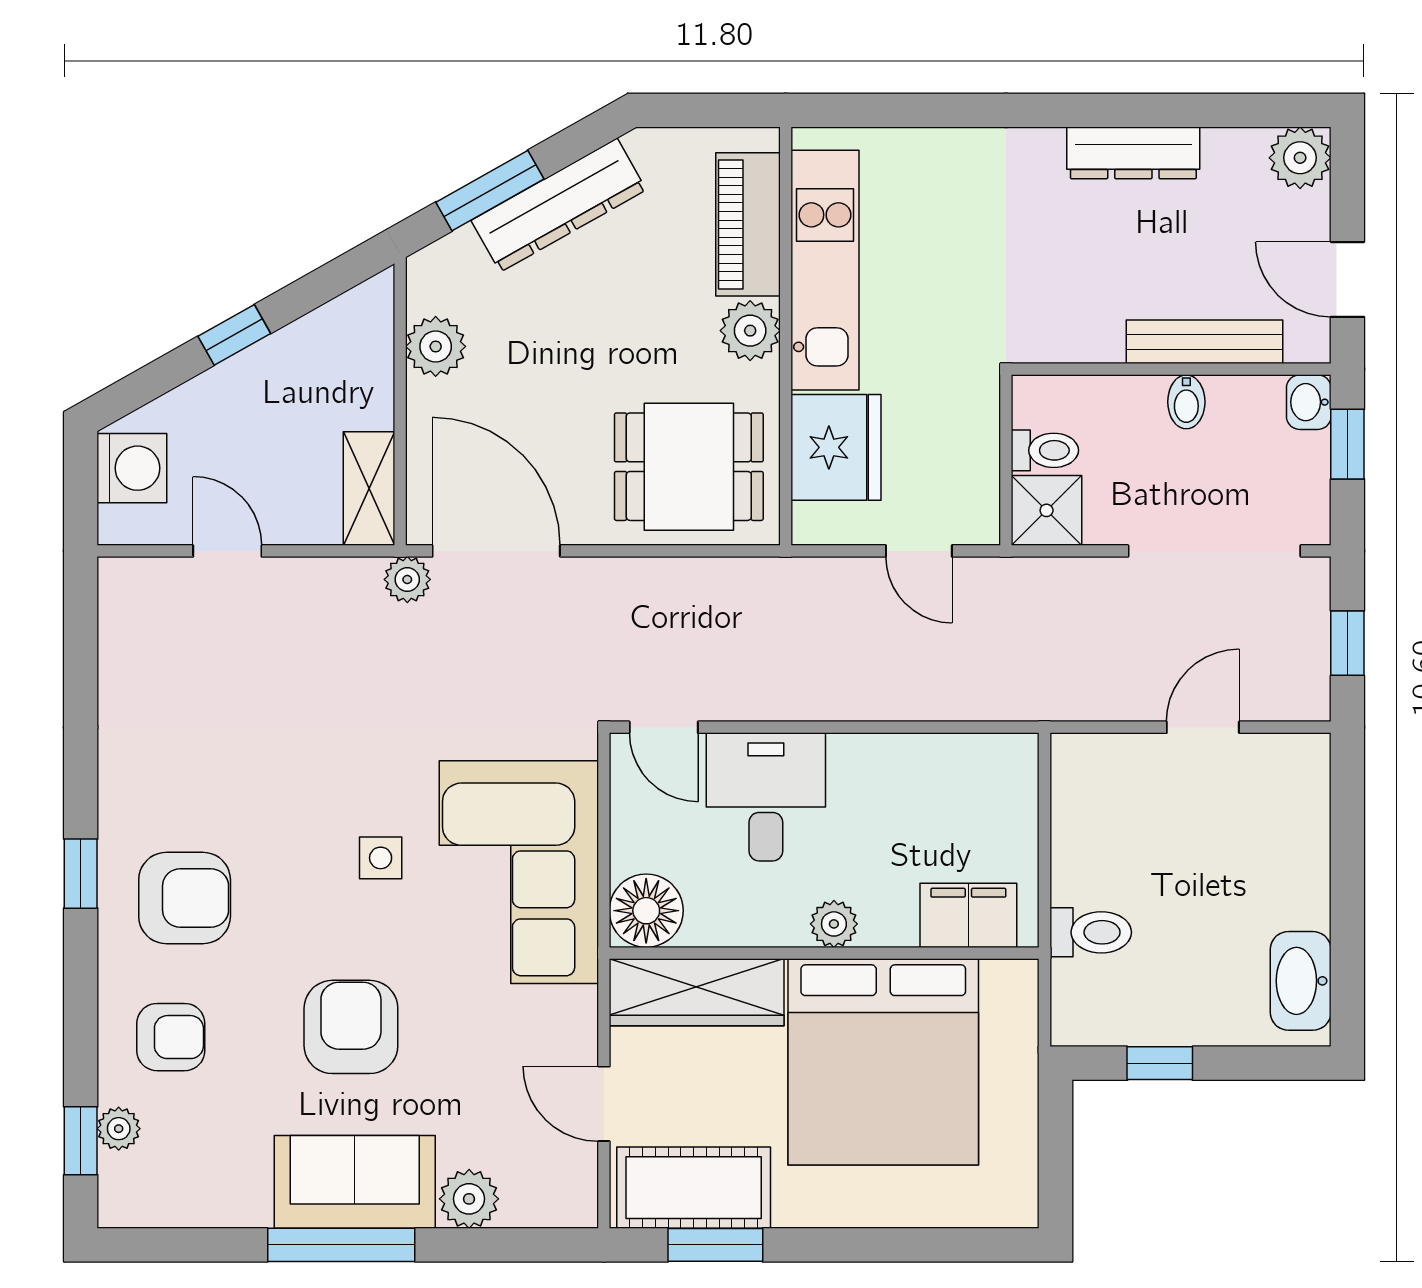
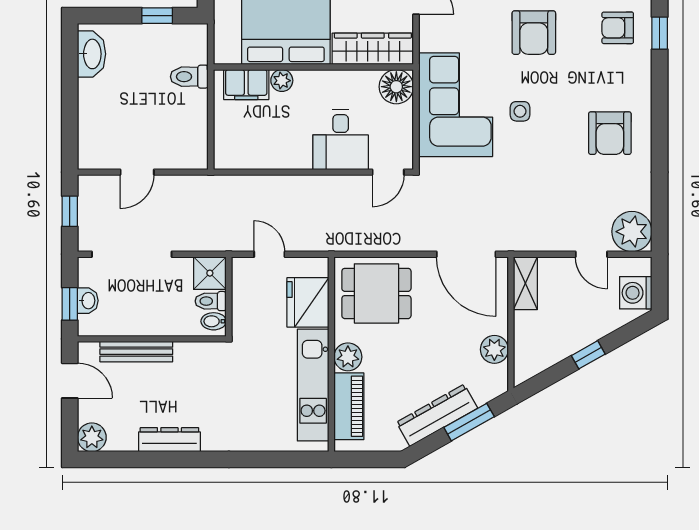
bidet: (1186, 402) -> (214, 321), moved, turned -90
washbasin: (1309, 402) -> (88, 301), moved
plant: (407, 579) -> (632, 232), moved, width x1.87, depth x1.87
door: (664, 727) -> (388, 172), swing flipped
window: (81, 874) -> (660, 33), moved
armchair: (185, 898) -> (610, 133), moved, turned -90
plant: (834, 924) -> (282, 81), moved

